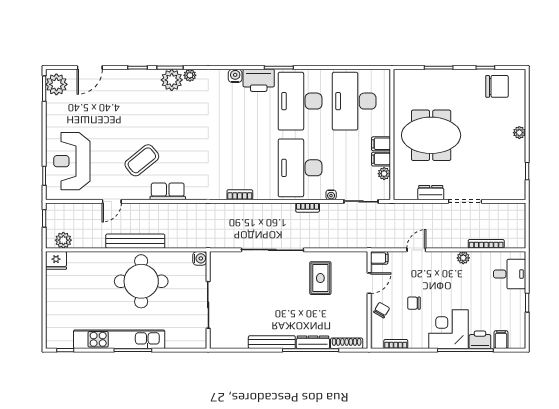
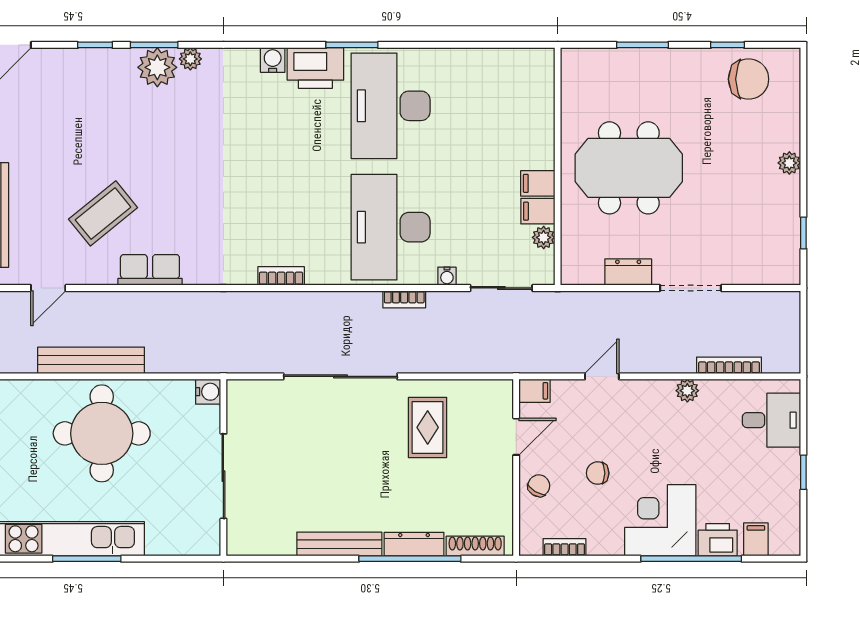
desk: (354, 101) -> (489, 106), removed

